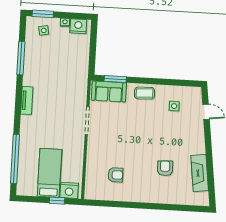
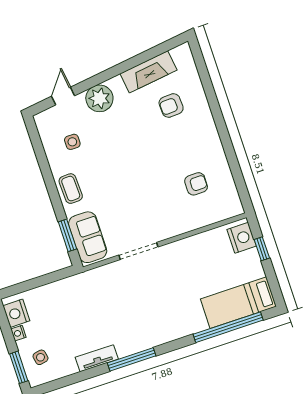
window: (21, 58) -> (132, 359), moved
tv unit: (27, 100) -> (97, 358), moved
plant: (195, 135) -> (99, 98), added
armchair: (165, 168) -> (171, 106), moved
bed: (50, 173) -> (238, 303), moved
armchair: (115, 175) -> (196, 184), turned 90

